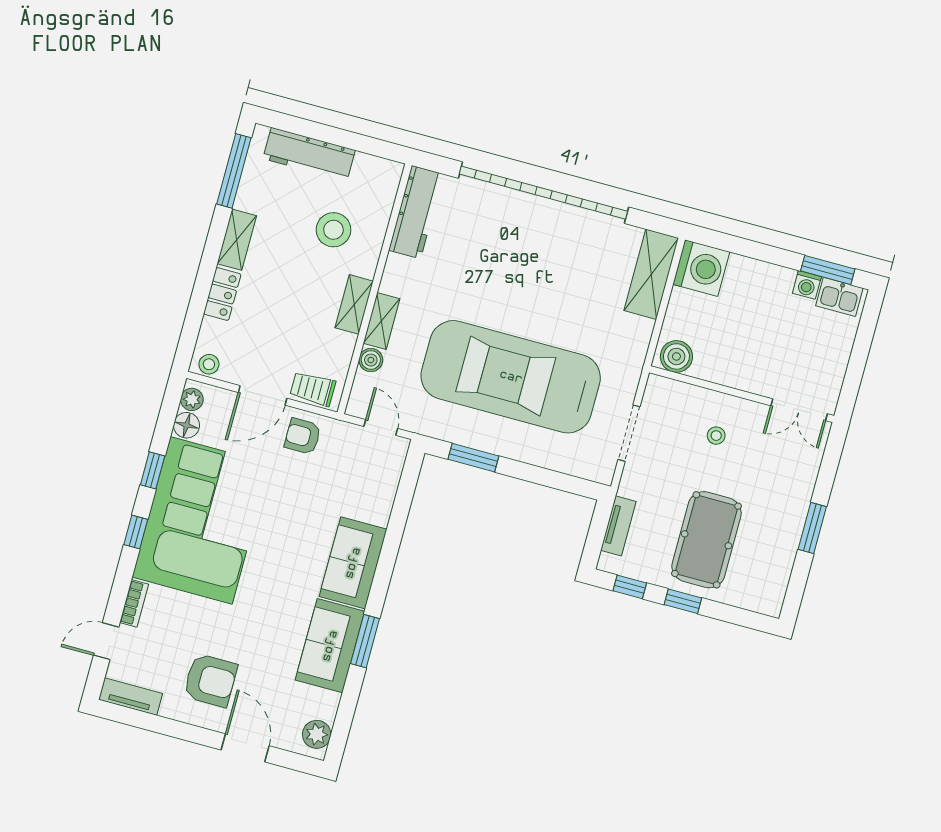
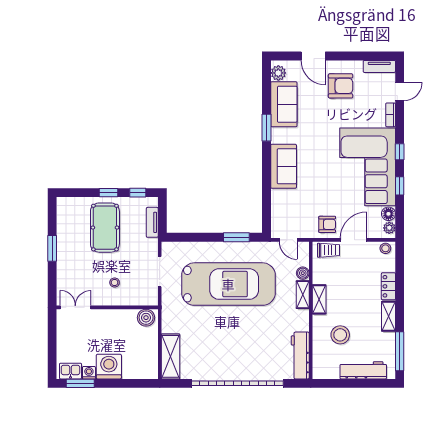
washing machine: (701, 268) -> (109, 367), moved, turned 90
sofa: (330, 646) -> (284, 104), moved
armchair: (210, 680) -> (341, 86), turned 180

